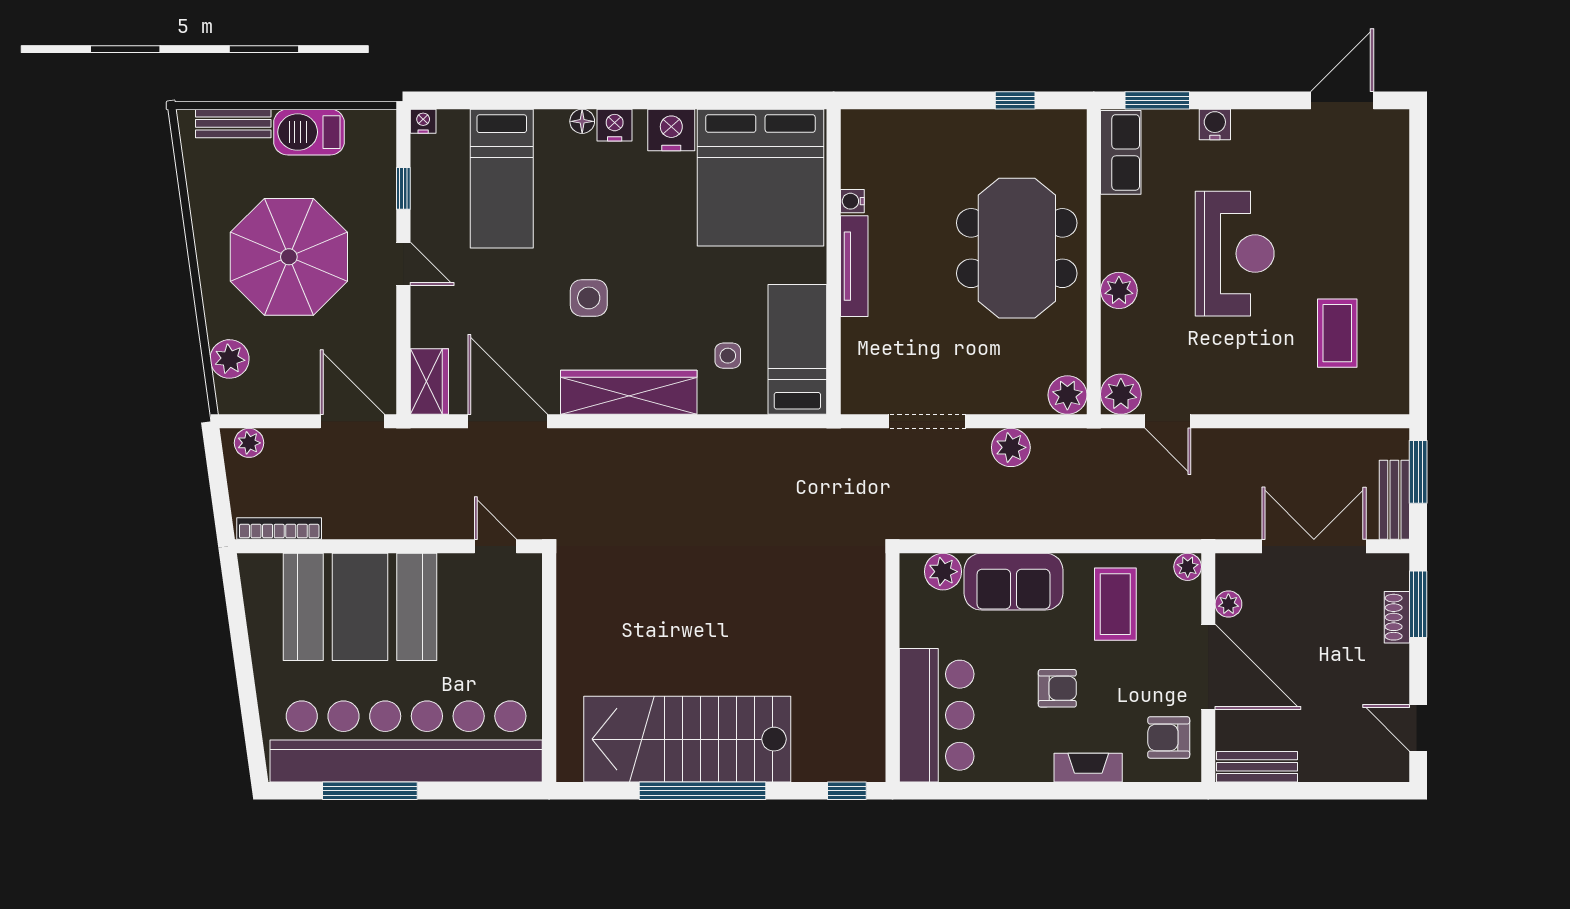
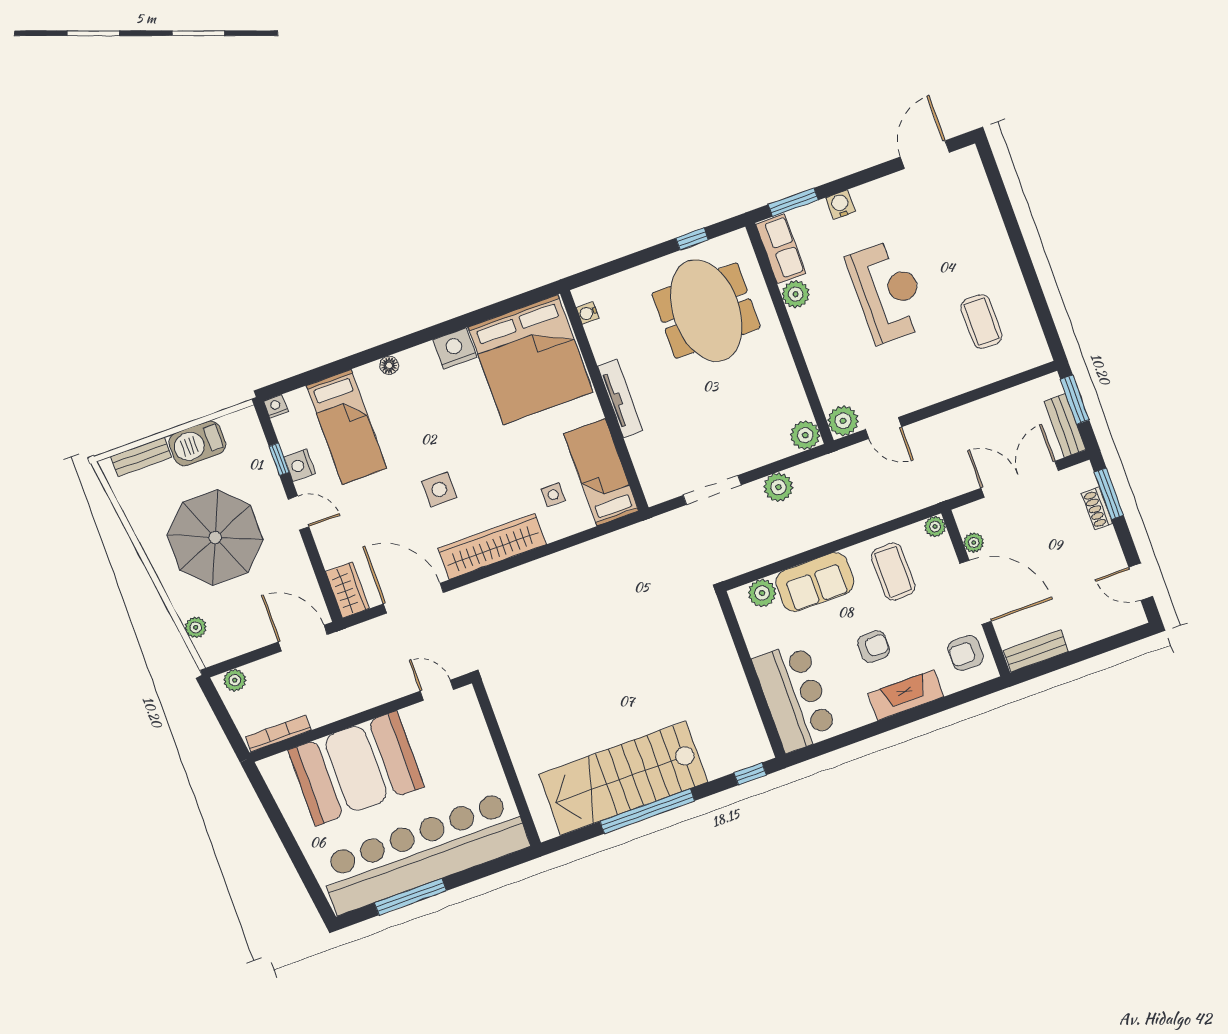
nightstand: (615, 125) -> (300, 465), moved, turned -90
water cooler: (852, 201) -> (588, 313), moved
meeting table: (1017, 248) -> (706, 311), moved
plant: (1119, 290) -> (796, 294), moved
plant: (230, 359) -> (196, 627), width x0.73, depth x0.73
fireplace: (1088, 768) -> (906, 695), width x1.37, depth x1.32

